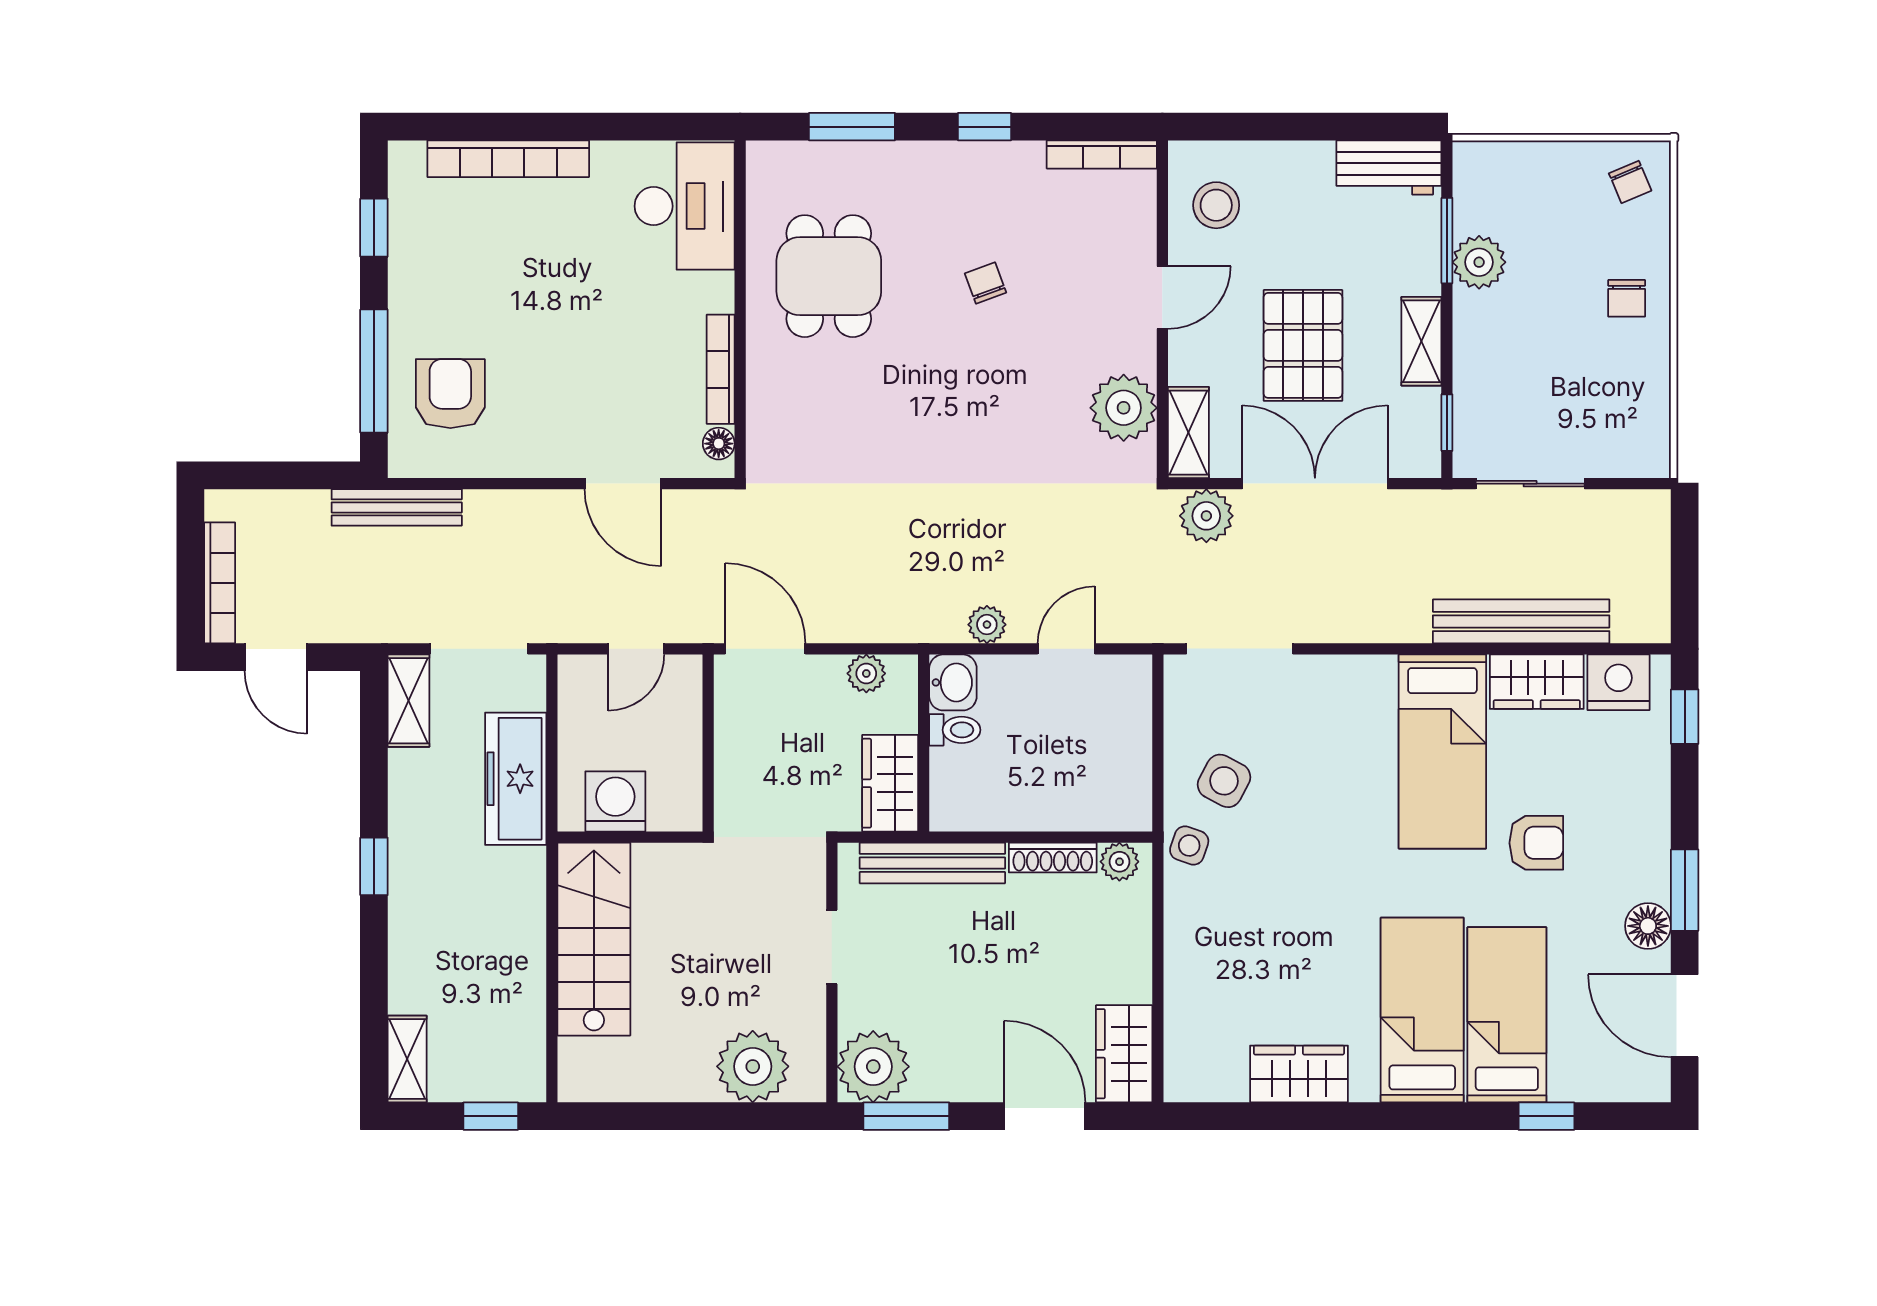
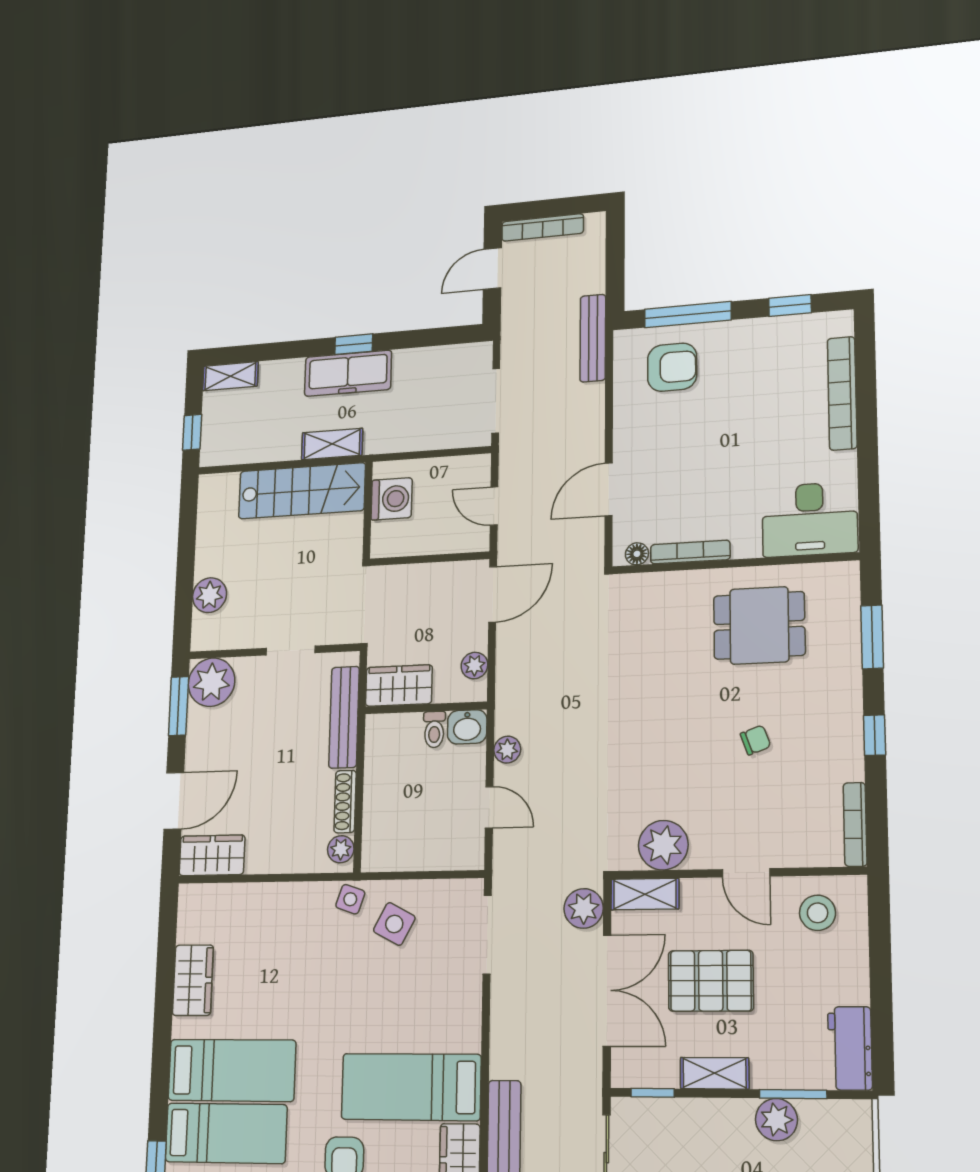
shelving: (408, 701) -> (332, 444), moved
freezer: (516, 779) -> (348, 373), moved, turned 180
plant: (753, 1066) -> (209, 595), width x0.73, depth x0.73

